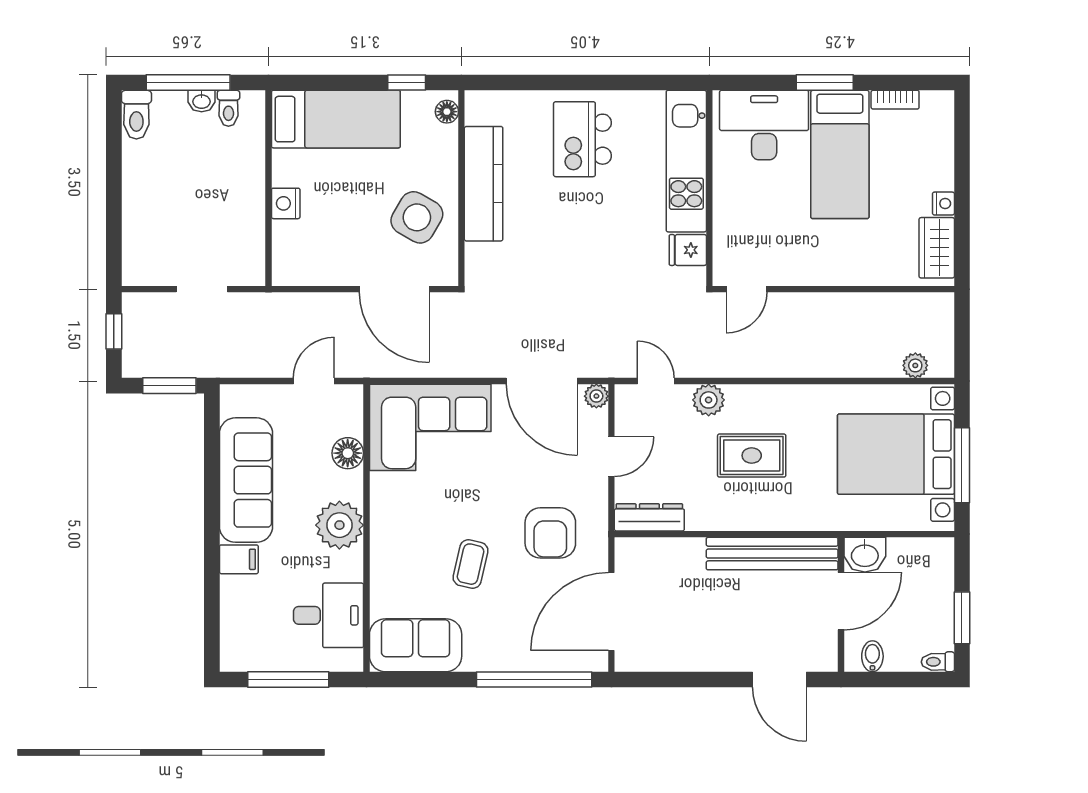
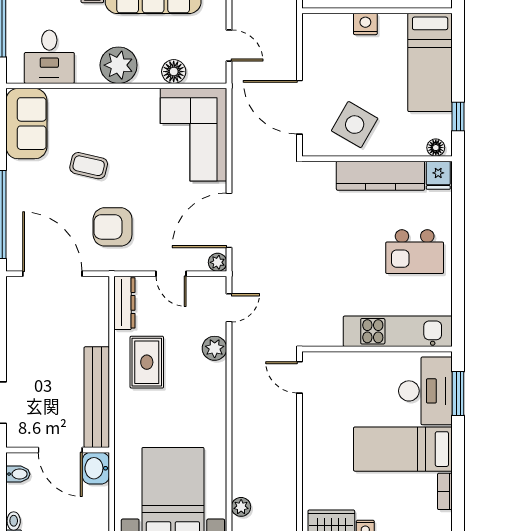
window: (825, 82) -> (458, 394), moved
kitchen island: (582, 139) -> (415, 252), turned 180
fridge: (688, 250) -> (438, 175), moved, turned 180
door: (394, 289) -> (300, 107), hinge flipped
rug: (752, 456) -> (147, 362), moved

